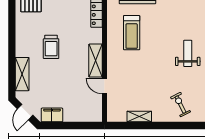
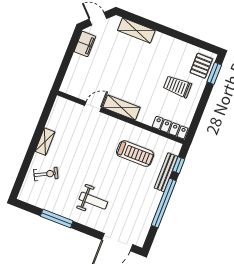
treadmill: (132, 33) -> (135, 154), turned 180
trolley: (51, 47) -> (177, 87), moved
shelving: (139, 117) -> (45, 142), moved

